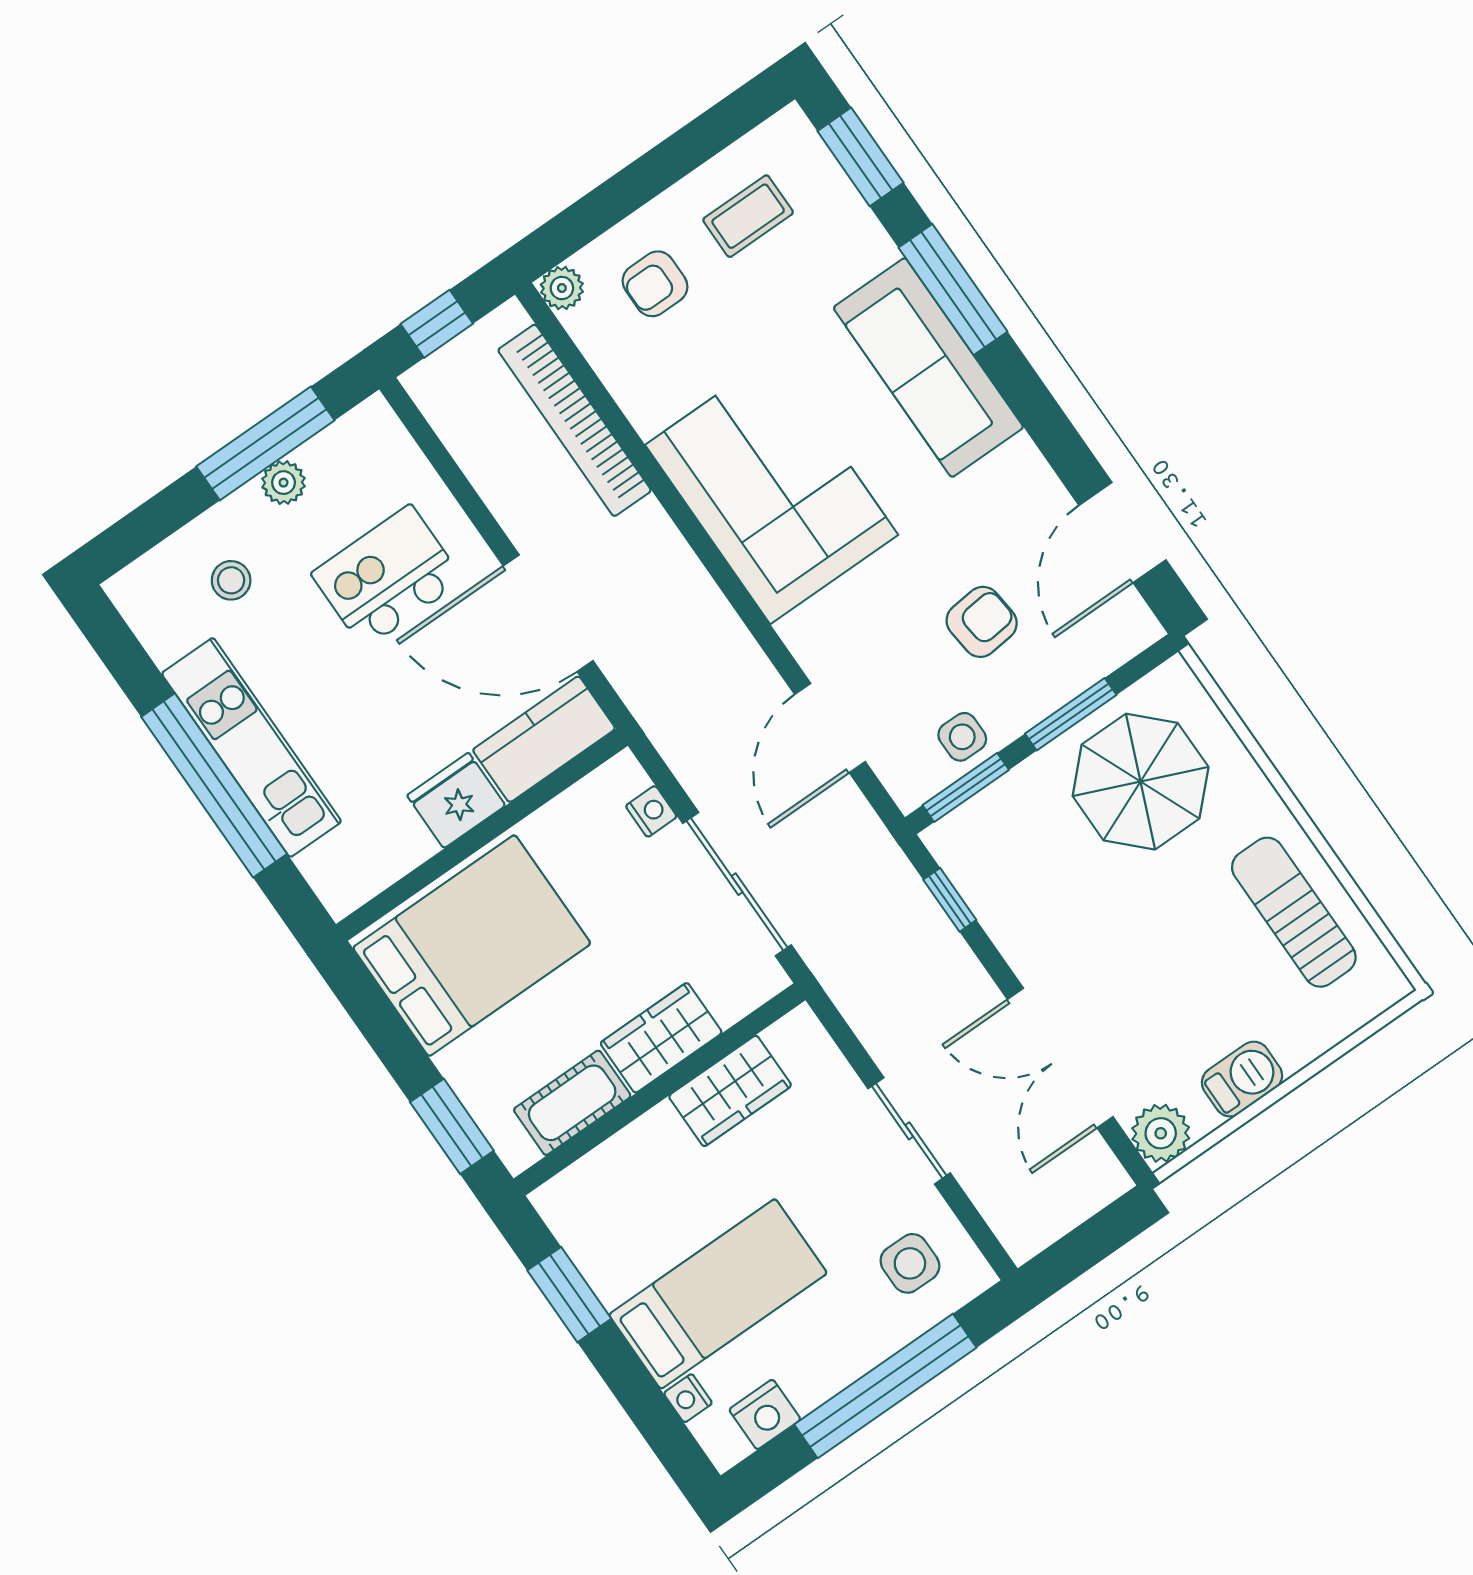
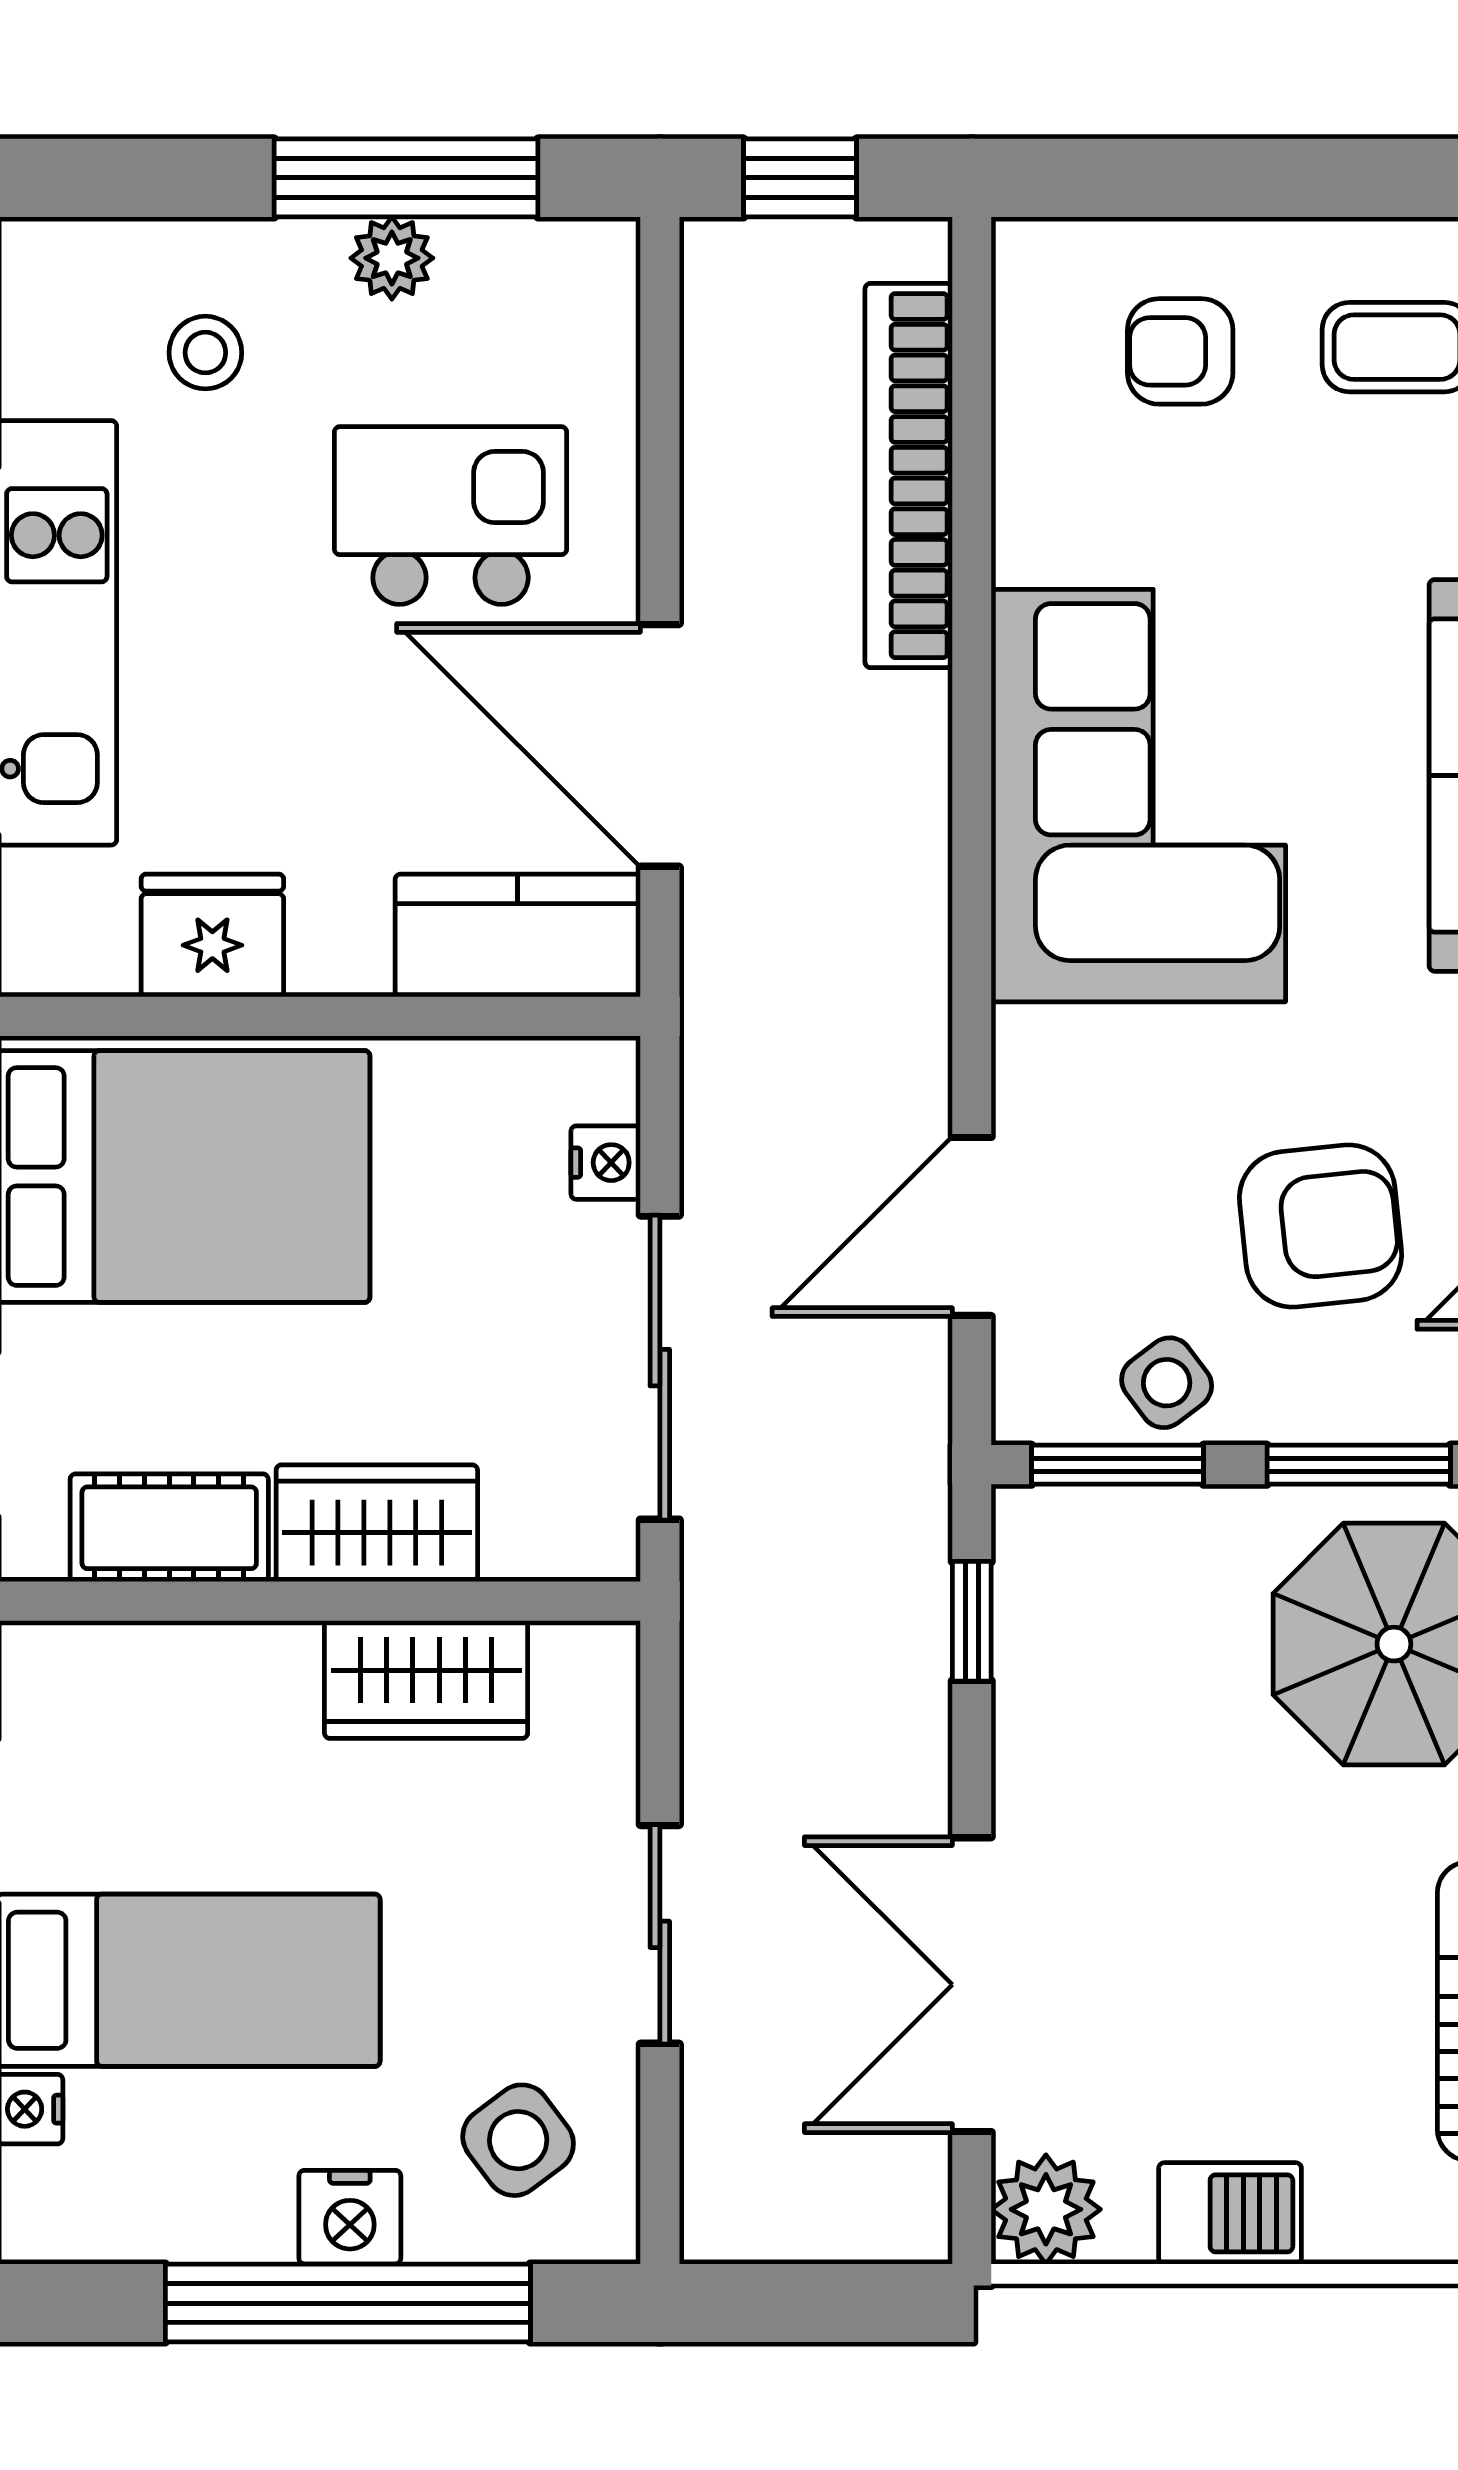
plant: (562, 288) -> (1032, 258), removed
armchair: (982, 622) -> (1321, 1226), width x1.38, depth x1.38
side table: (962, 737) -> (1167, 1383), turned -37
fridge: (456, 800) -> (212, 935), moved
side table: (910, 1263) -> (518, 2140), turned -37
nightstand: (765, 1414) -> (350, 2217), moved

